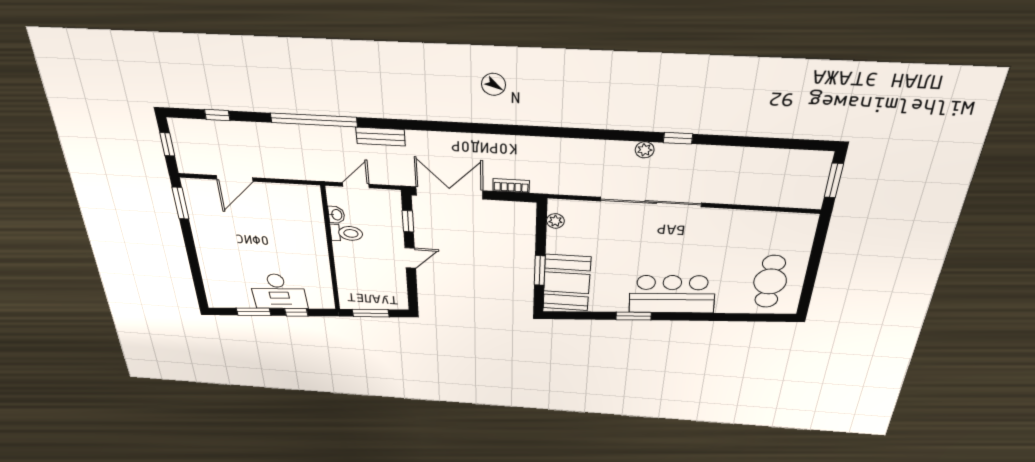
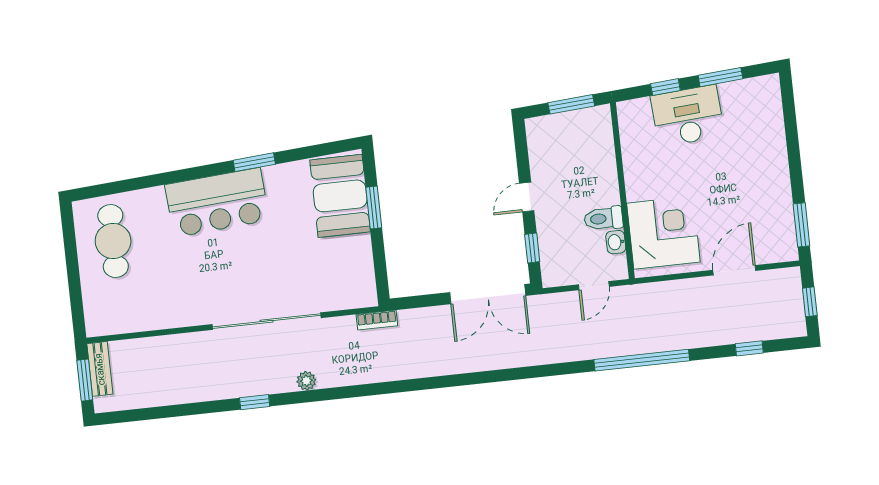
bench: (381, 137) -> (100, 369), moved, turned 90
plant: (645, 150) -> (306, 381), moved
bookcase: (511, 186) -> (377, 320), moved
corner desk: (296, 215) -> (663, 233), added
plant: (555, 221) -> (366, 278), removed

